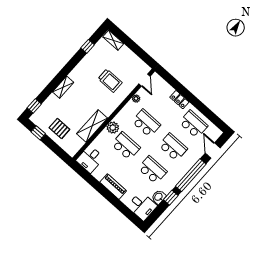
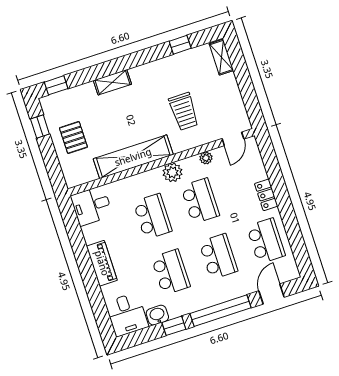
shelving: (92, 126) -> (133, 157), width x1.47
plant: (113, 128) -> (172, 172), moved

